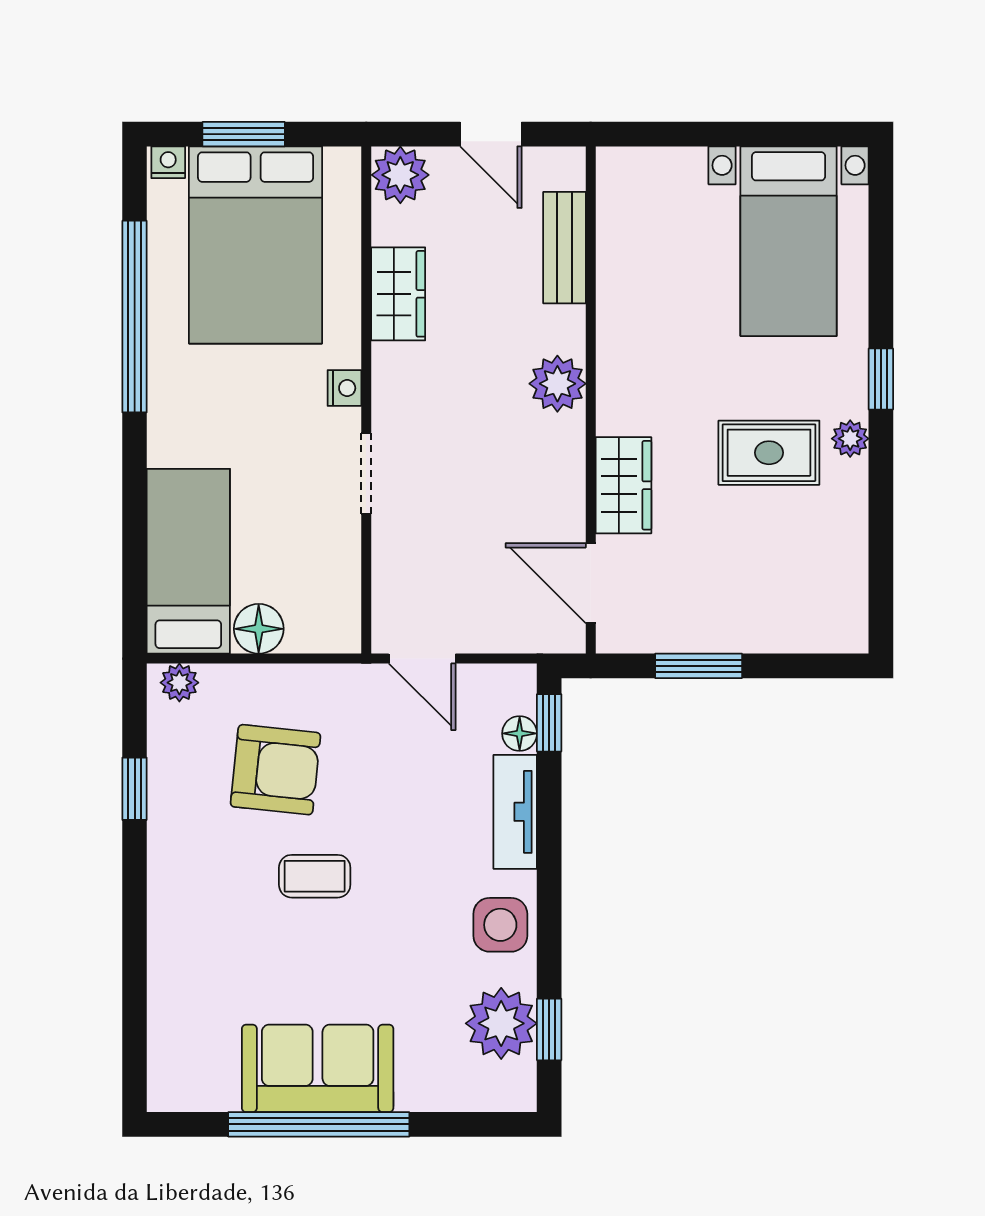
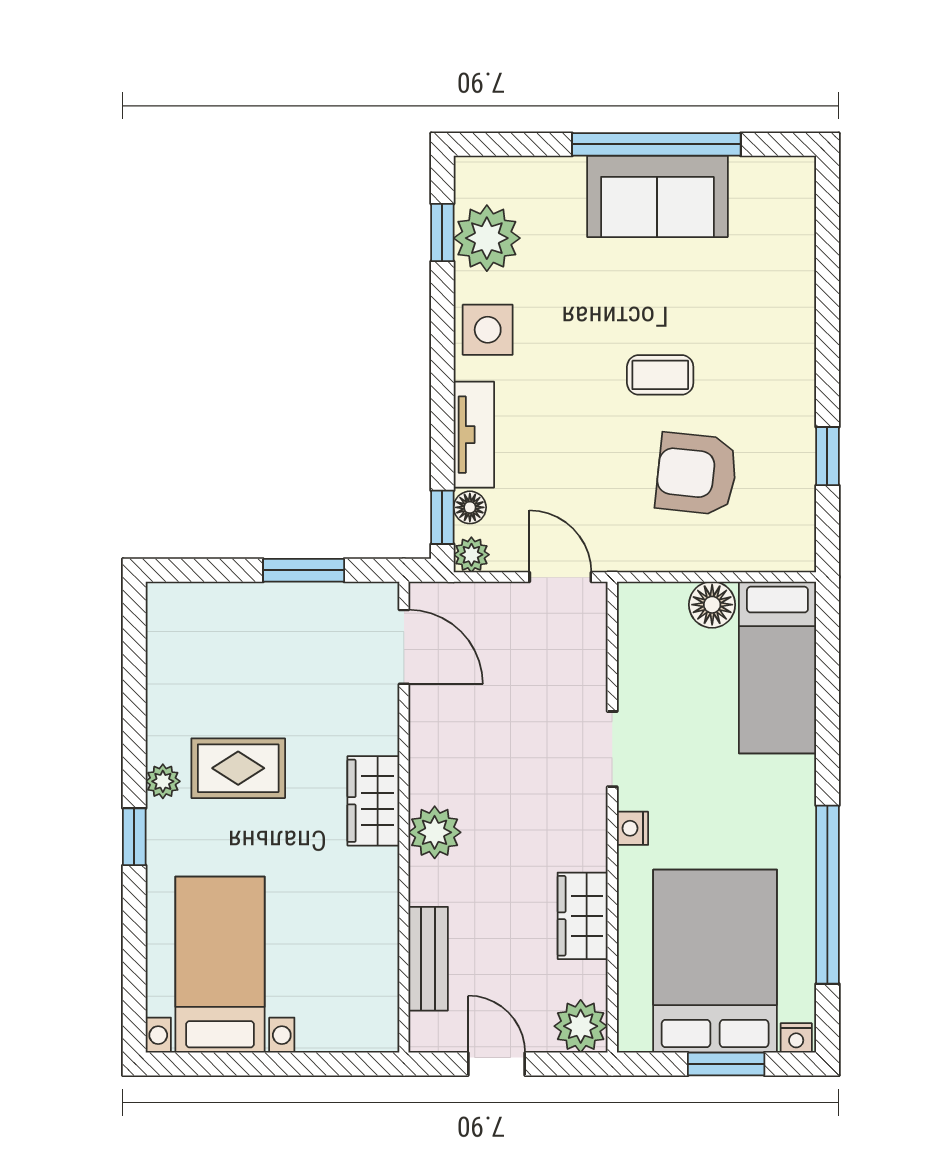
wardrobe: (623, 485) -> (373, 801), moved
plant: (179, 683) -> (471, 555), moved

